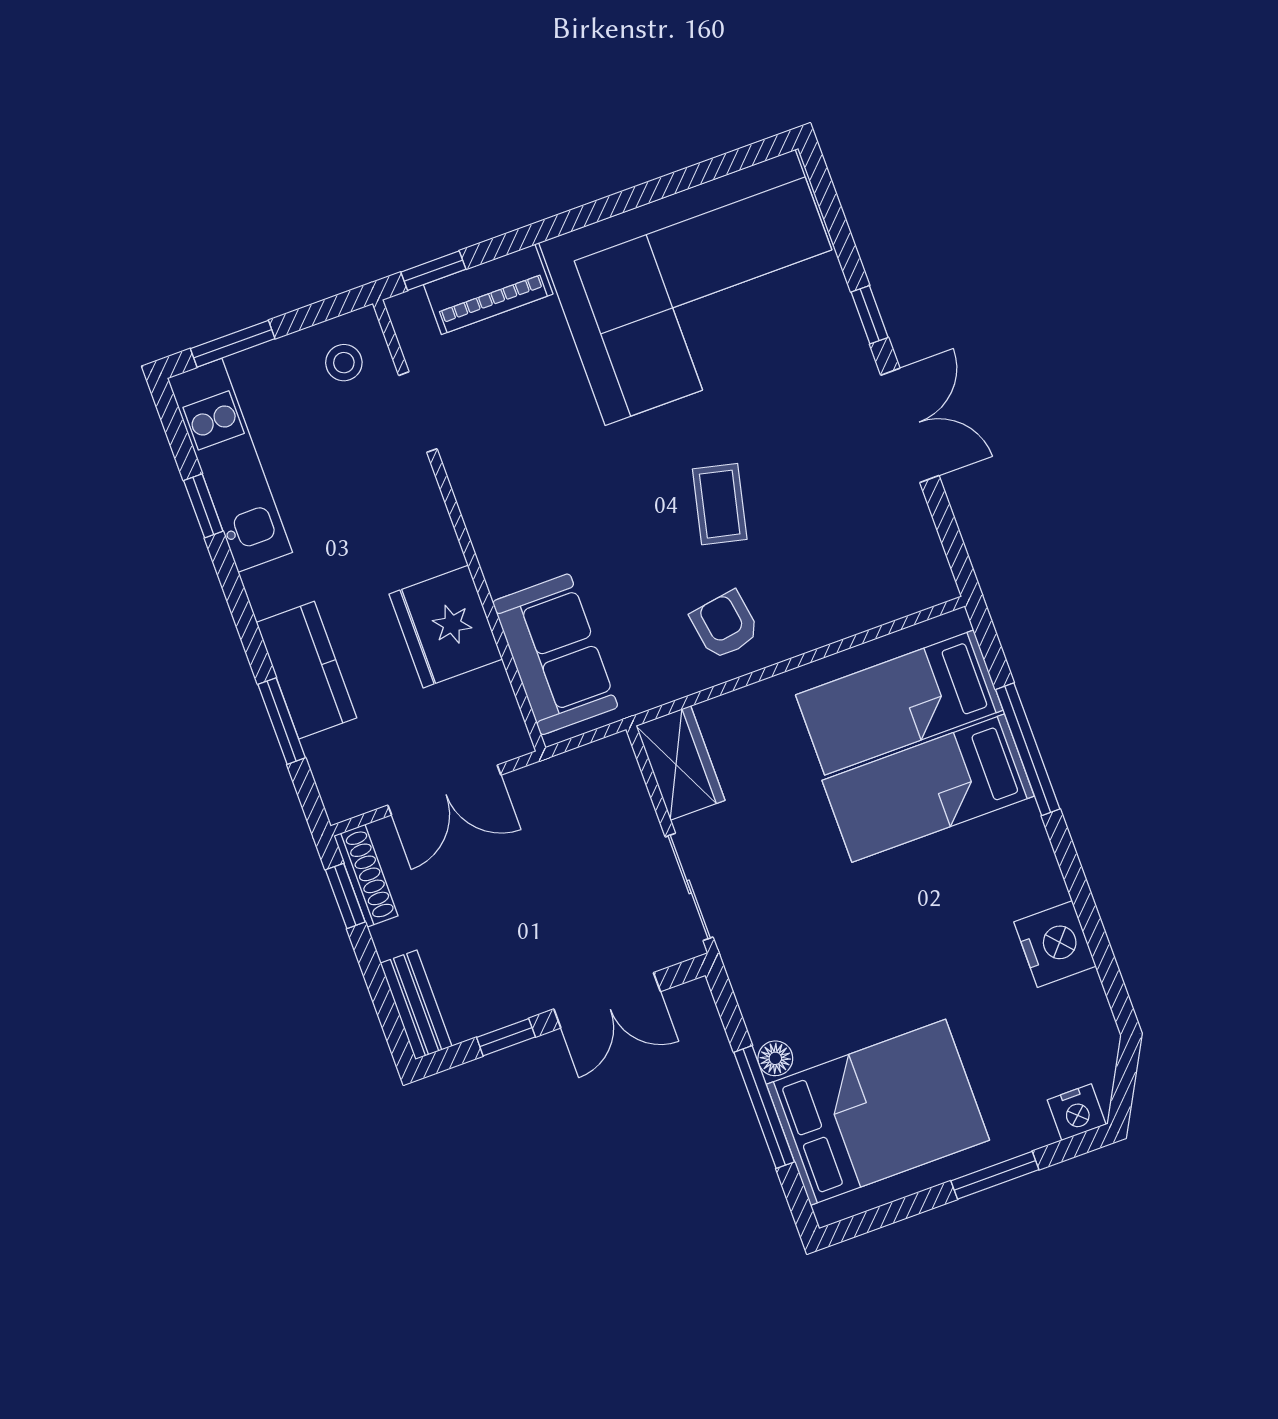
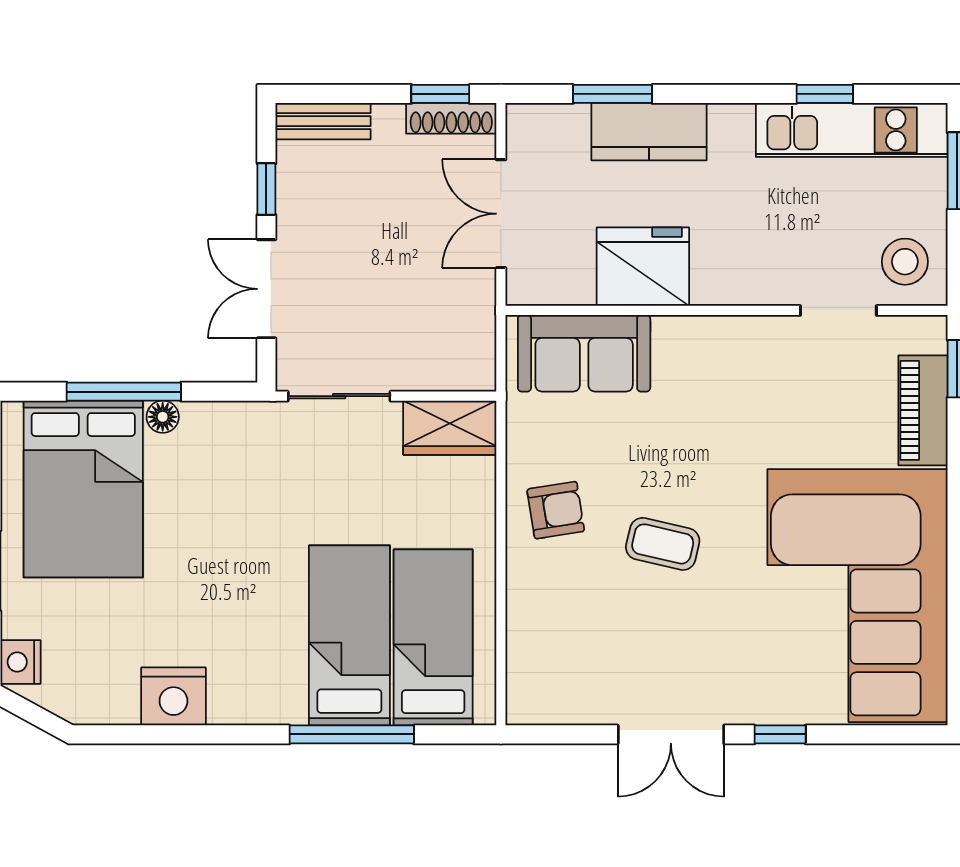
stool: (344, 363) -> (905, 262), width x1.37, depth x1.37

